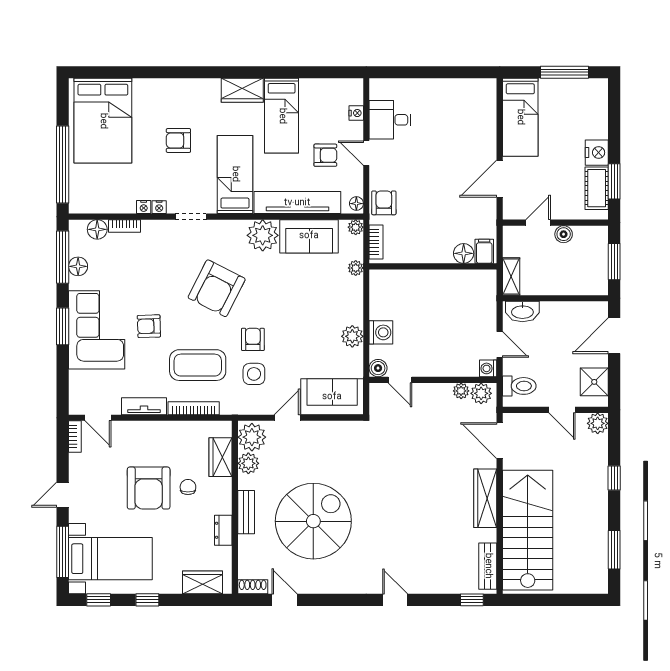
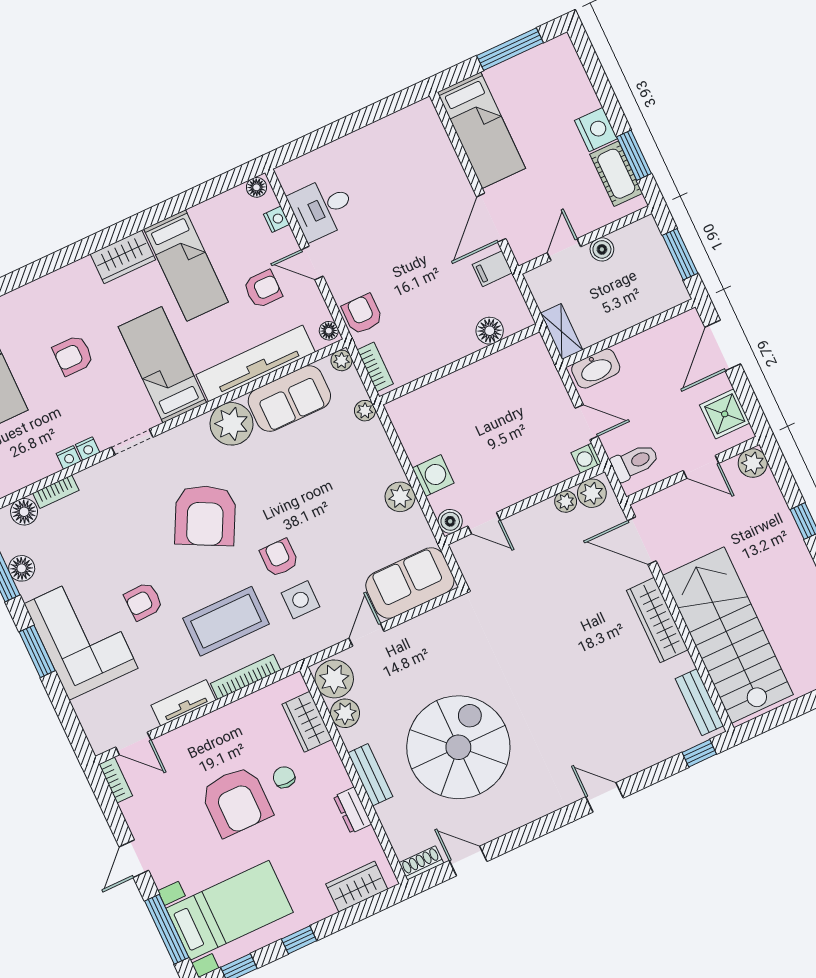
floor lamp: (353, 86) -> (257, 187), added
filing cabinet: (484, 251) -> (492, 269), moved, turned -90

